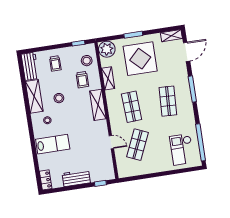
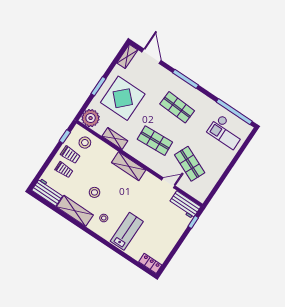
trolley: (82, 80) -> (70, 155), moved
workbench: (76, 178) -> (185, 205), moved, turned -90

